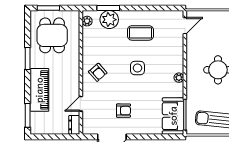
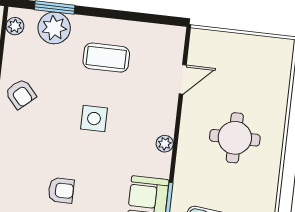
door: (185, 26) -> (183, 79), moved
armchair: (98, 72) -> (21, 94), moved

